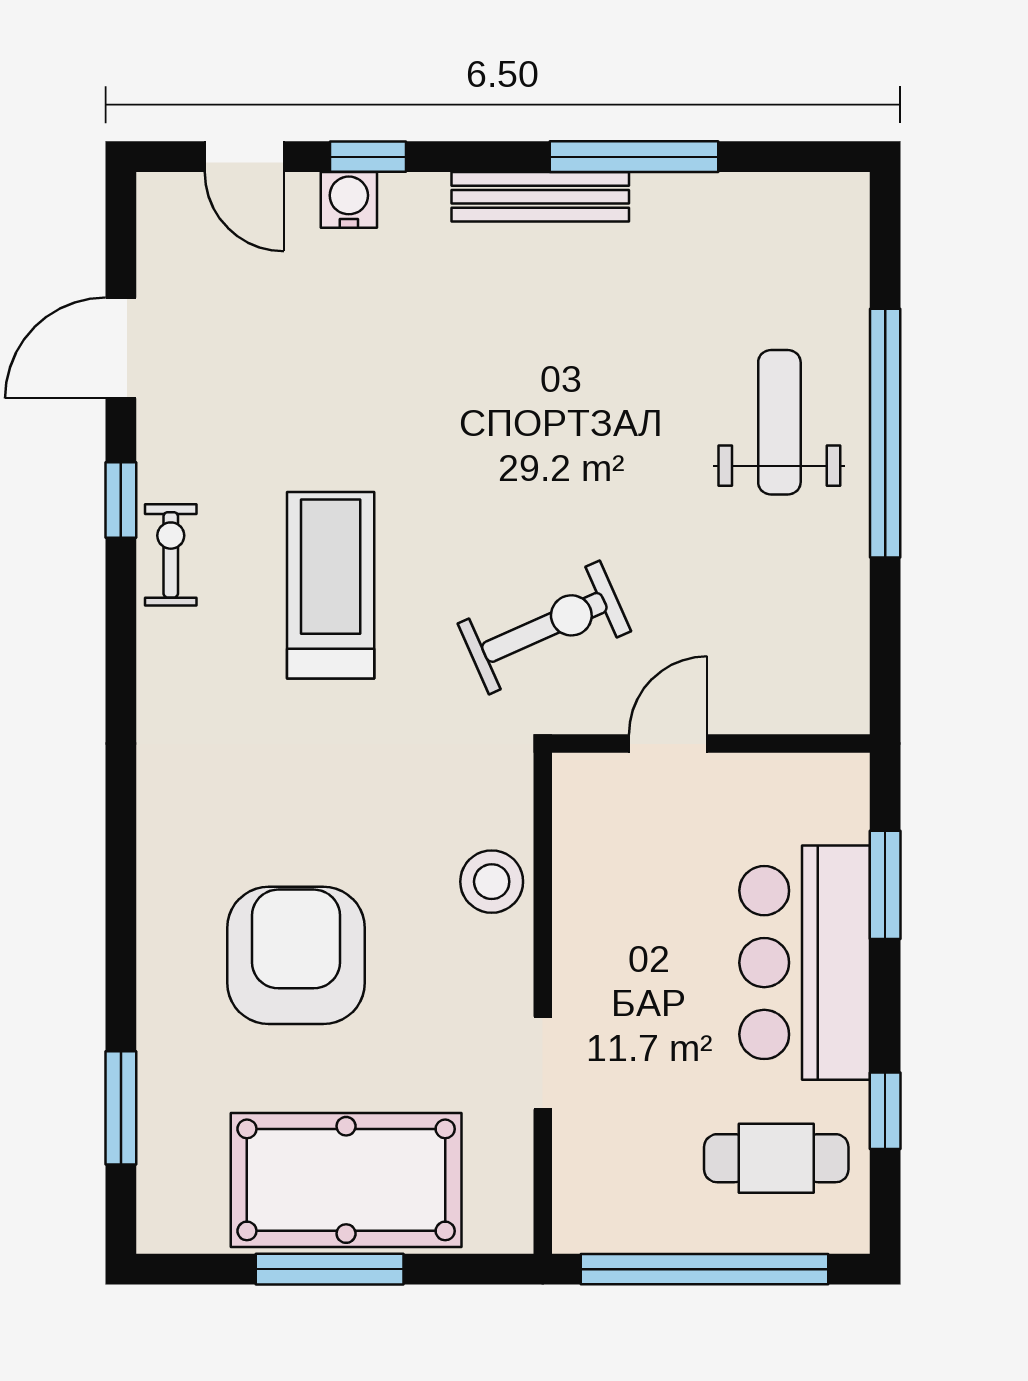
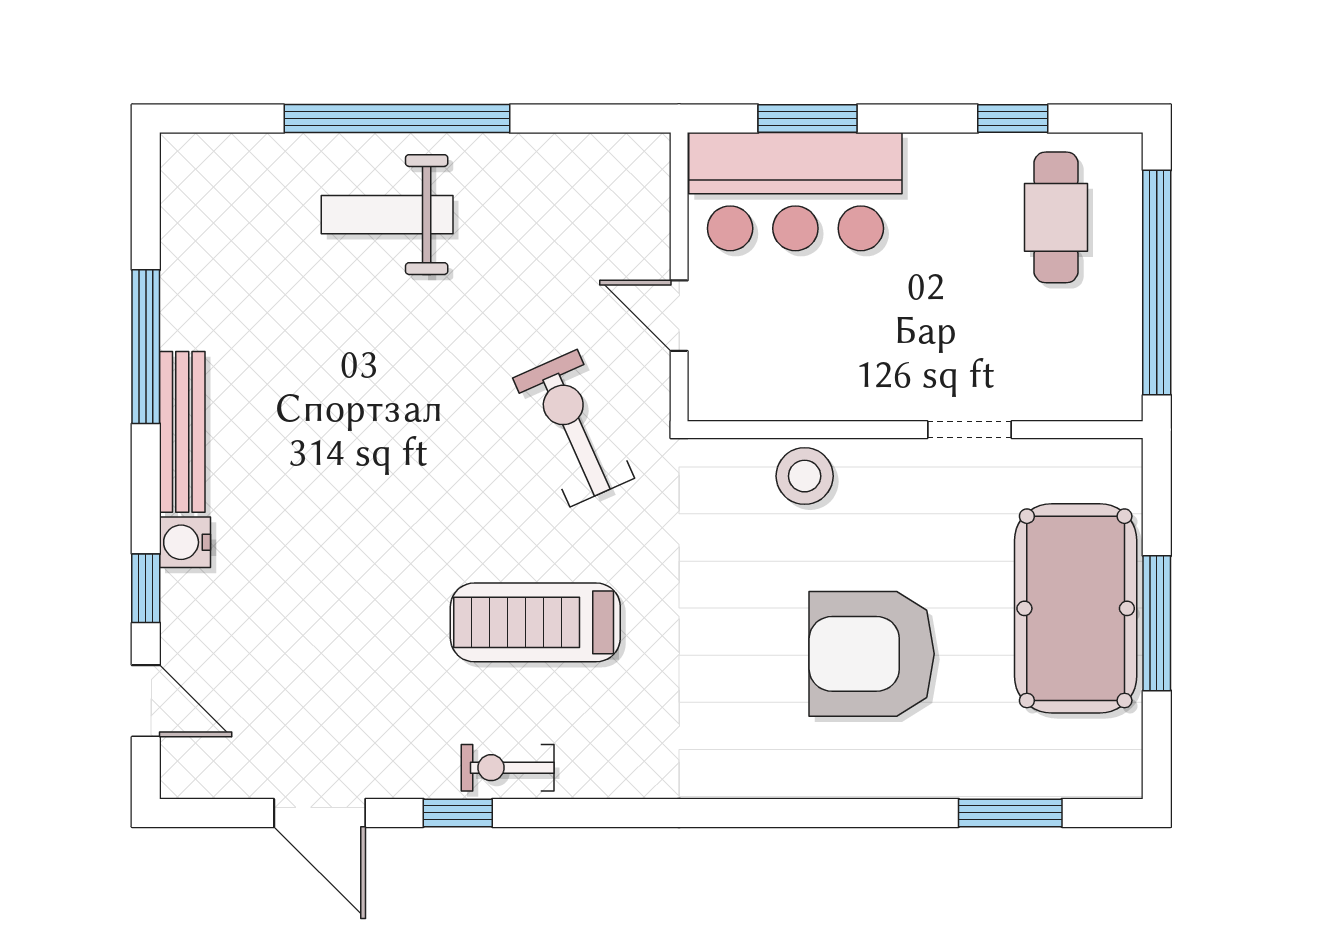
door: (244, 157) -> (146, 701), hinge flipped
water cooler: (349, 200) -> (185, 542), moved
bar counter: (805, 963) -> (795, 192), moved

